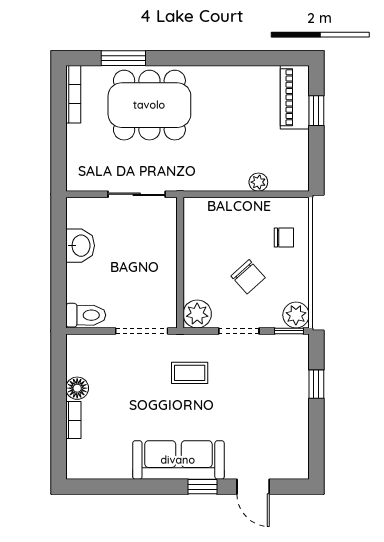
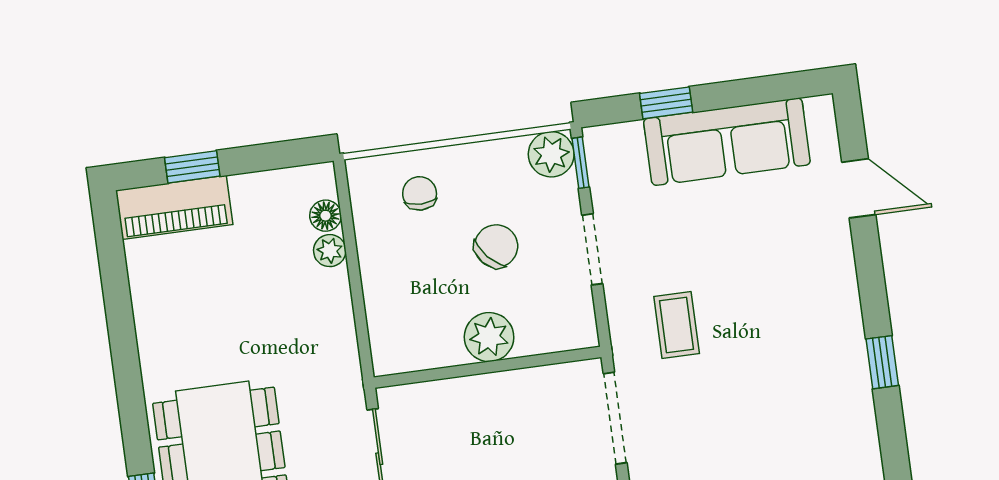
floor lamp: (278, 182) -> (326, 216), added
plant: (197, 314) -> (489, 337), moved
sofa: (178, 460) -> (727, 142), moved, turned -90
window: (203, 487) -> (882, 362), moved
door: (253, 487) -> (859, 188), hinge flipped

